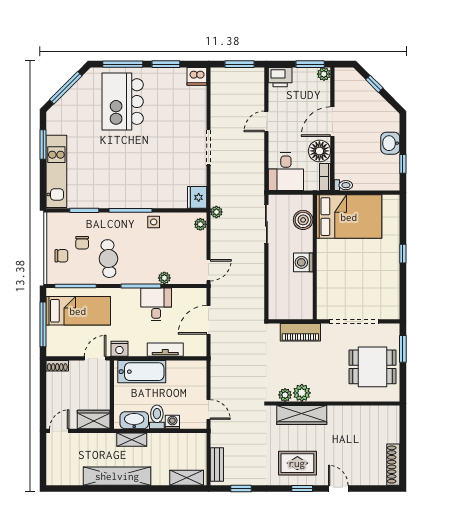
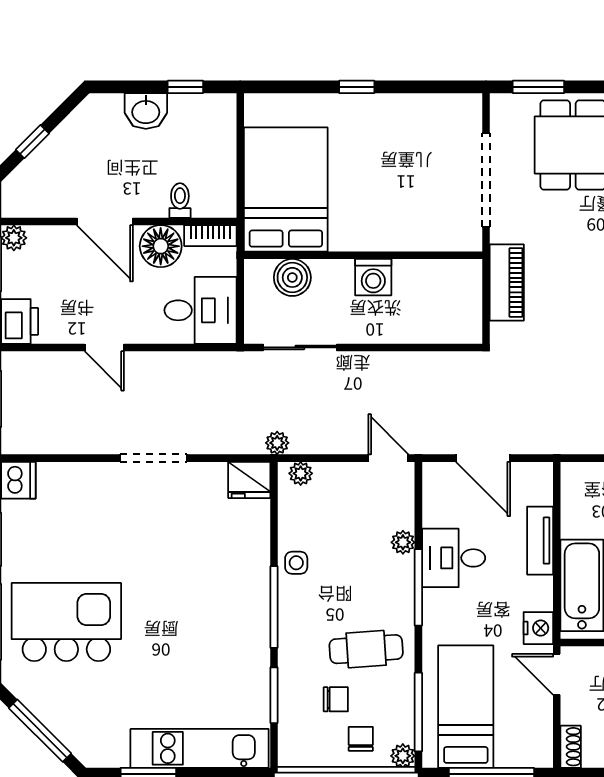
kitchen island: (123, 102) -> (66, 622), turned 180
toilet: (343, 185) -> (180, 201), moved
plant: (52, 278) -> (403, 756), added

